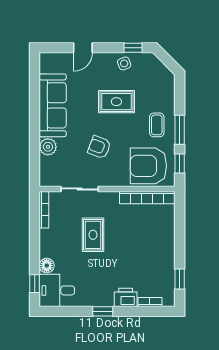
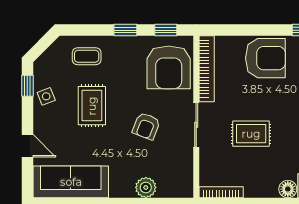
sofa: (53, 105) -> (71, 182), moved
coffee table: (157, 125) -> (87, 56), moved
window: (180, 130) -> (125, 30), width x0.67
sliding door: (80, 189) -> (196, 125), moved
armchair: (156, 247) -> (265, 58), added

